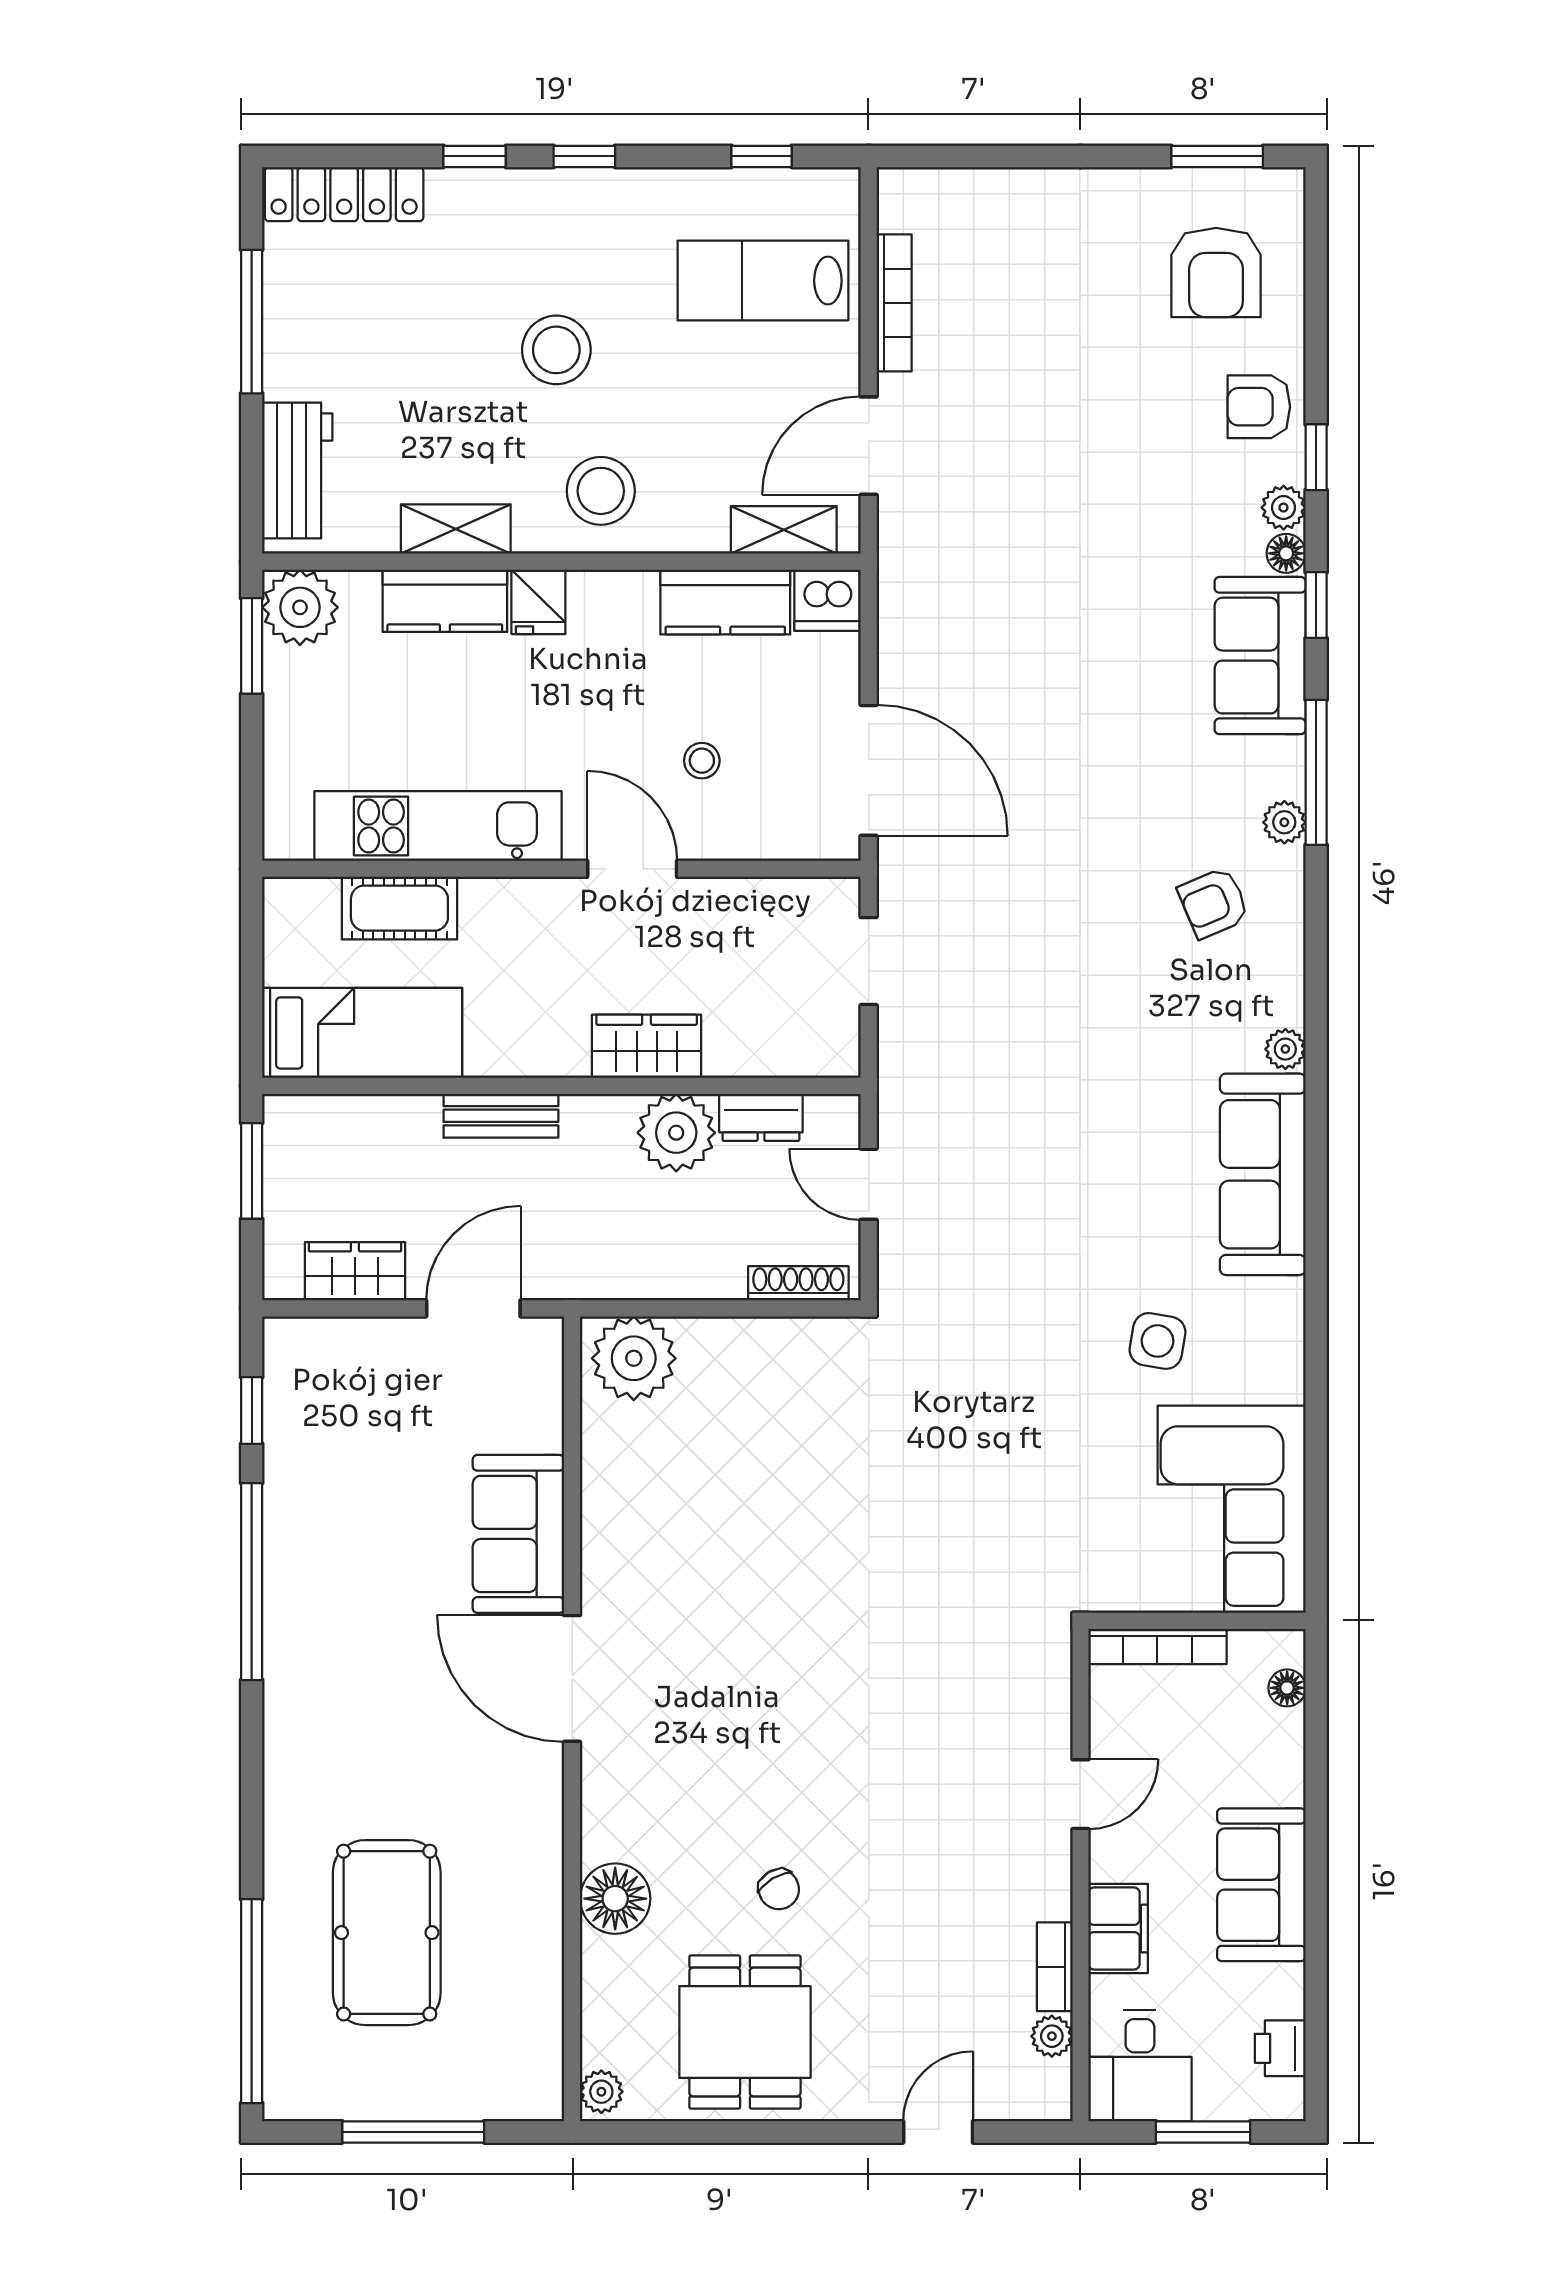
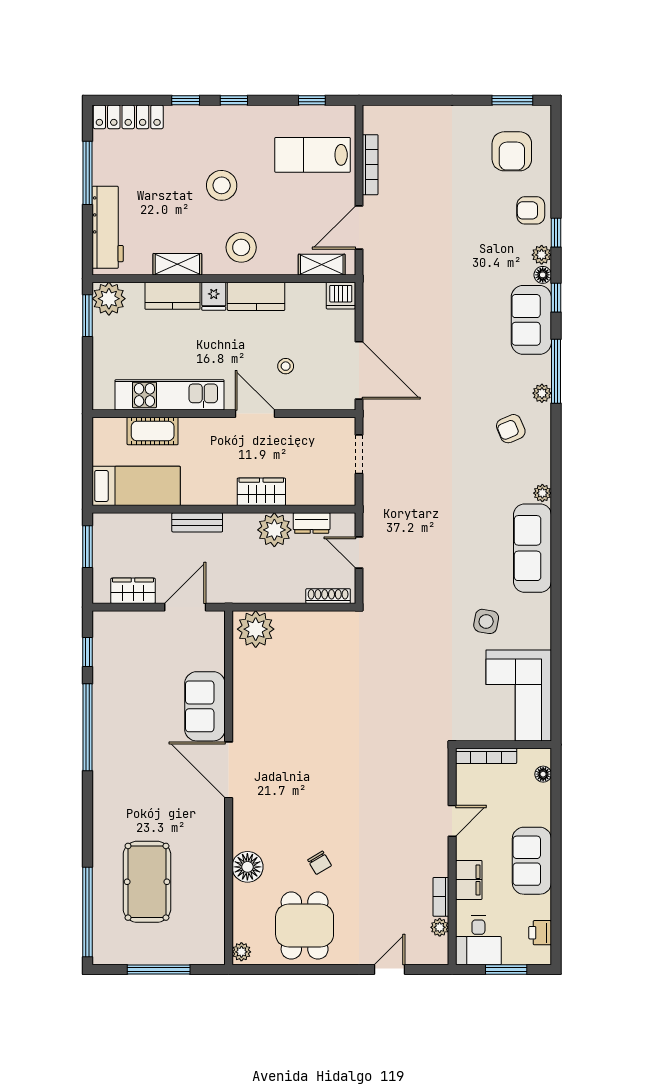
workbench: (297, 471) -> (108, 227), width x1.38
kitchen counter: (725, 602) -> (256, 296), moved

